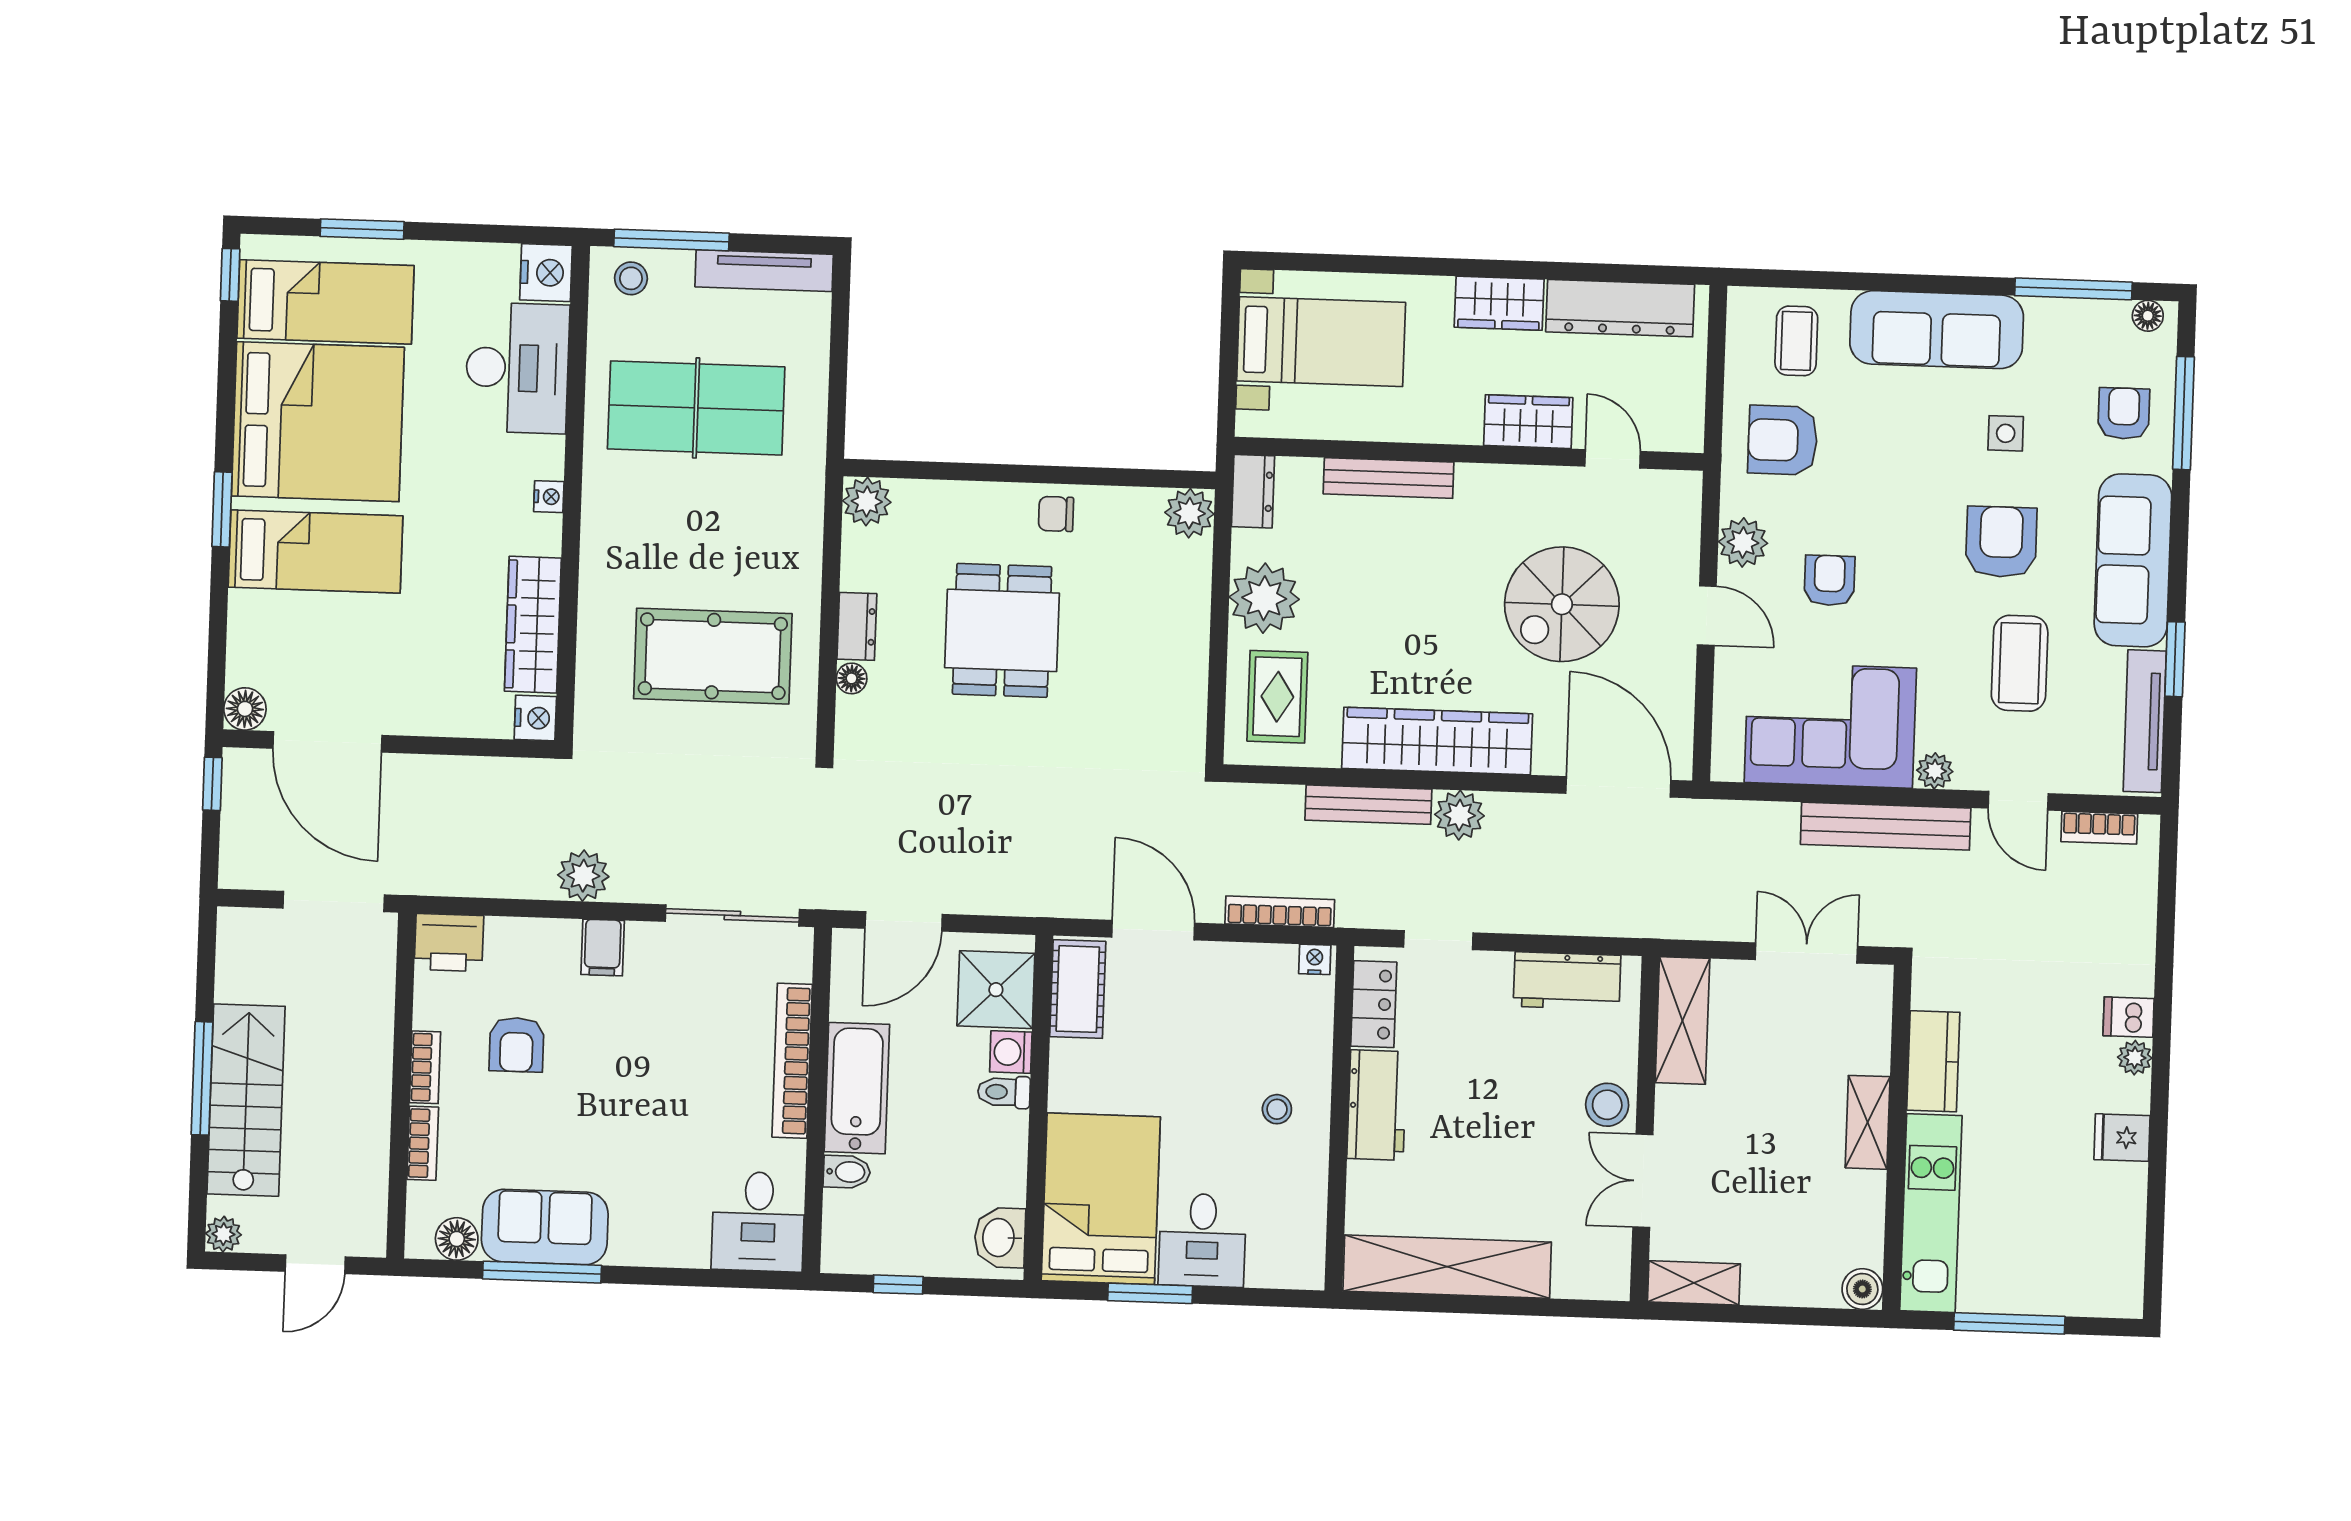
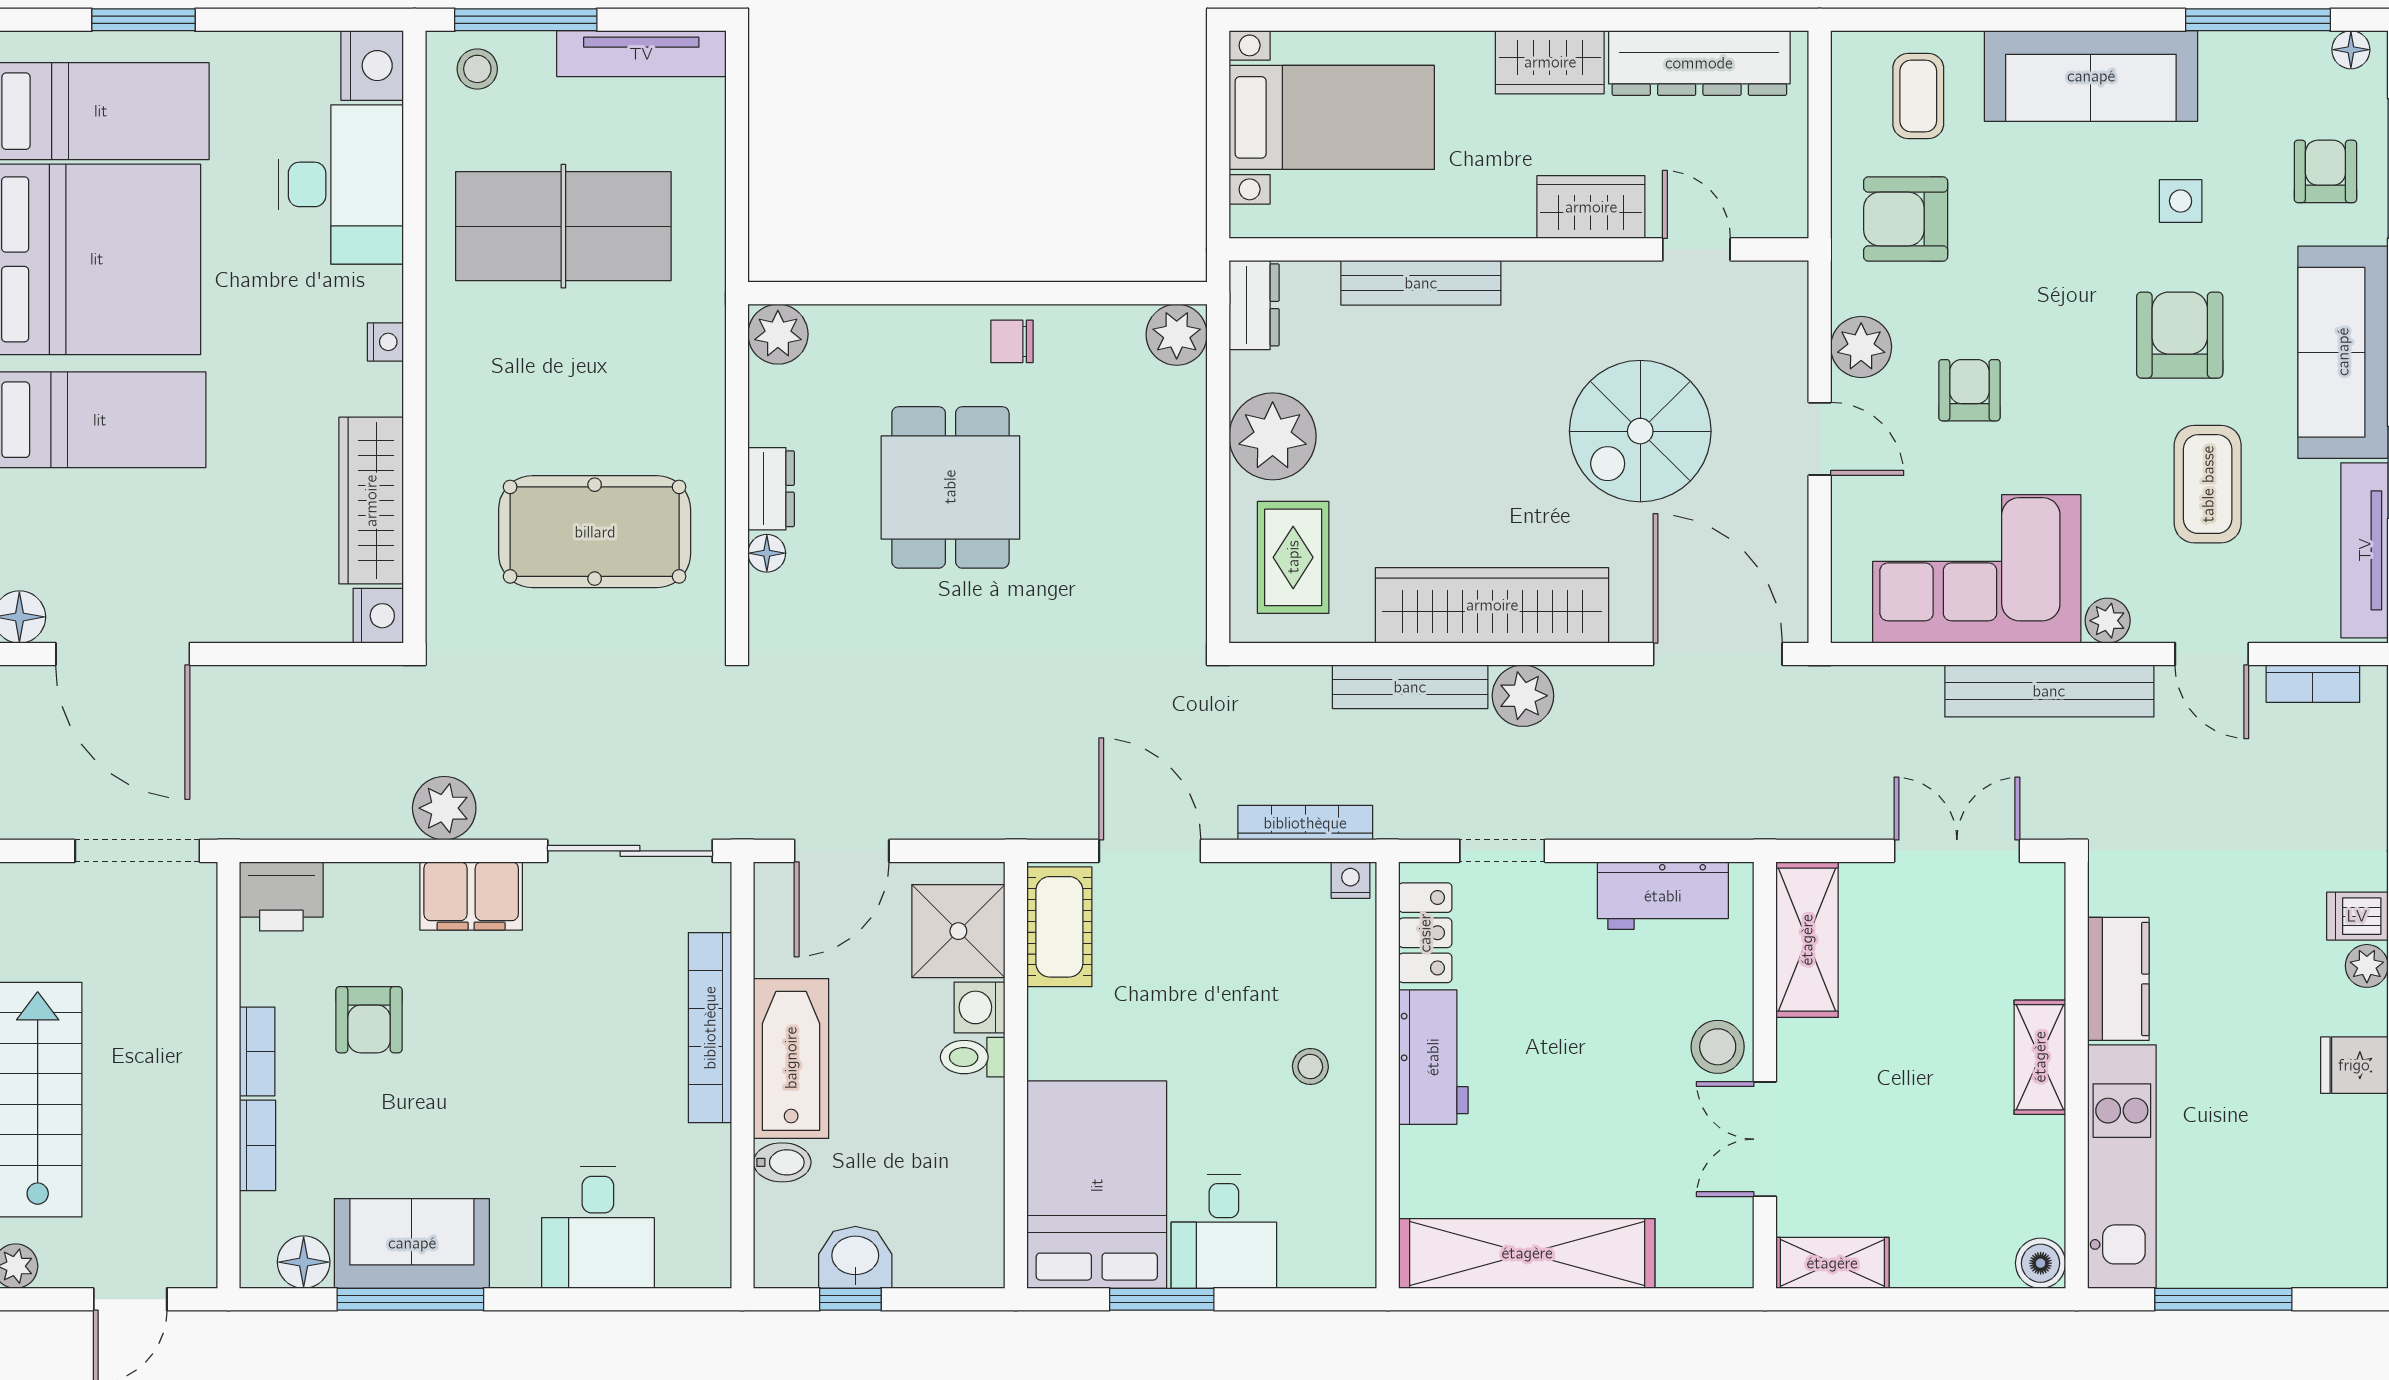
filing cabinet: (603, 947) -> (471, 896), width x2.00
desk: (758, 1221) -> (598, 1227), moved
washbasin: (1000, 1238) -> (855, 1257), moved, turned 90

